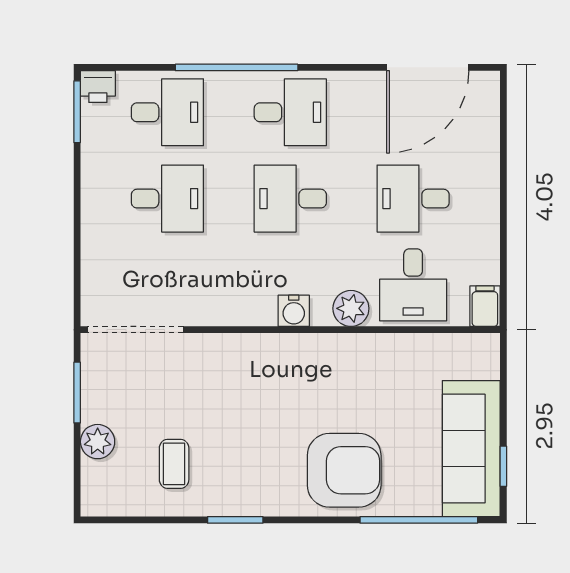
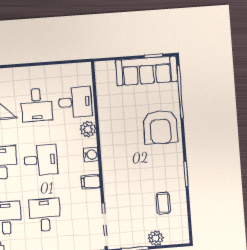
desk: (290, 199) -> (41, 160), turned -90
filing cabinet: (485, 306) -> (91, 182), moved
coffee table: (174, 464) -> (163, 203), turned 90
armchair: (344, 470) -> (160, 127), turned 180

